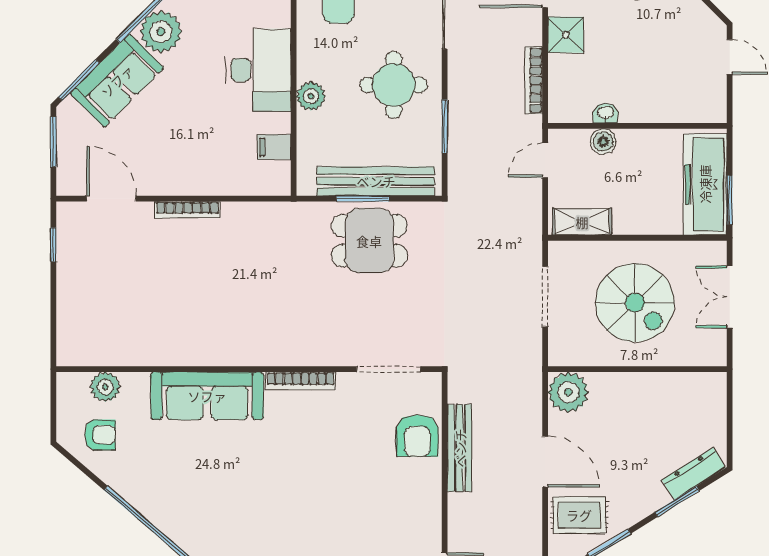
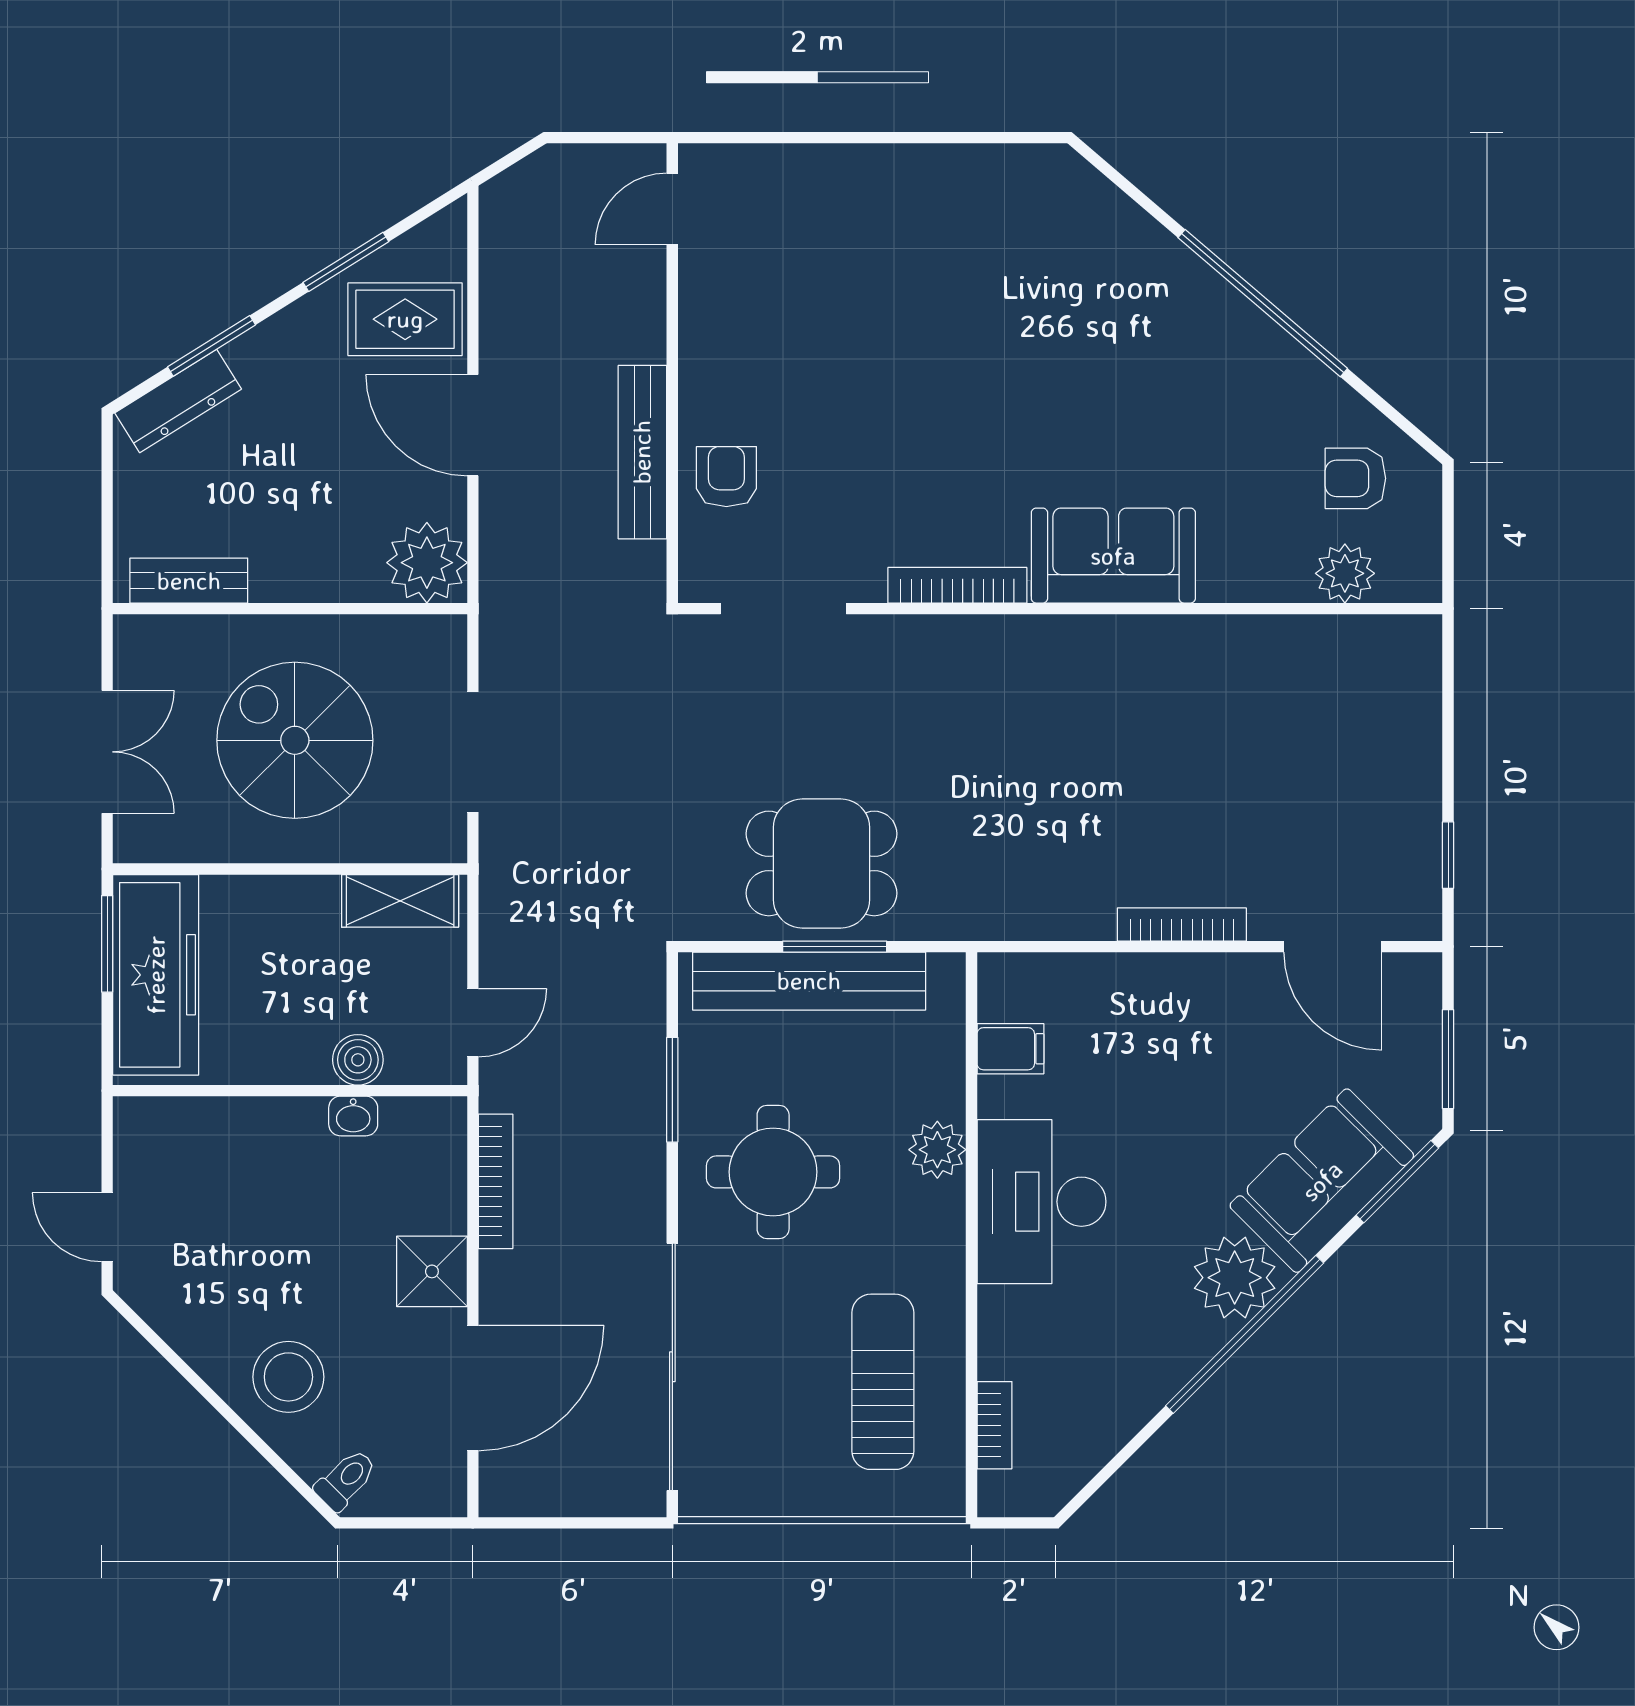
bench: (688, 383) -> (189, 581), added
sofa: (207, 396) -> (1113, 556), width x0.73
armchair: (417, 436) -> (726, 477), width x0.72, depth x0.72

